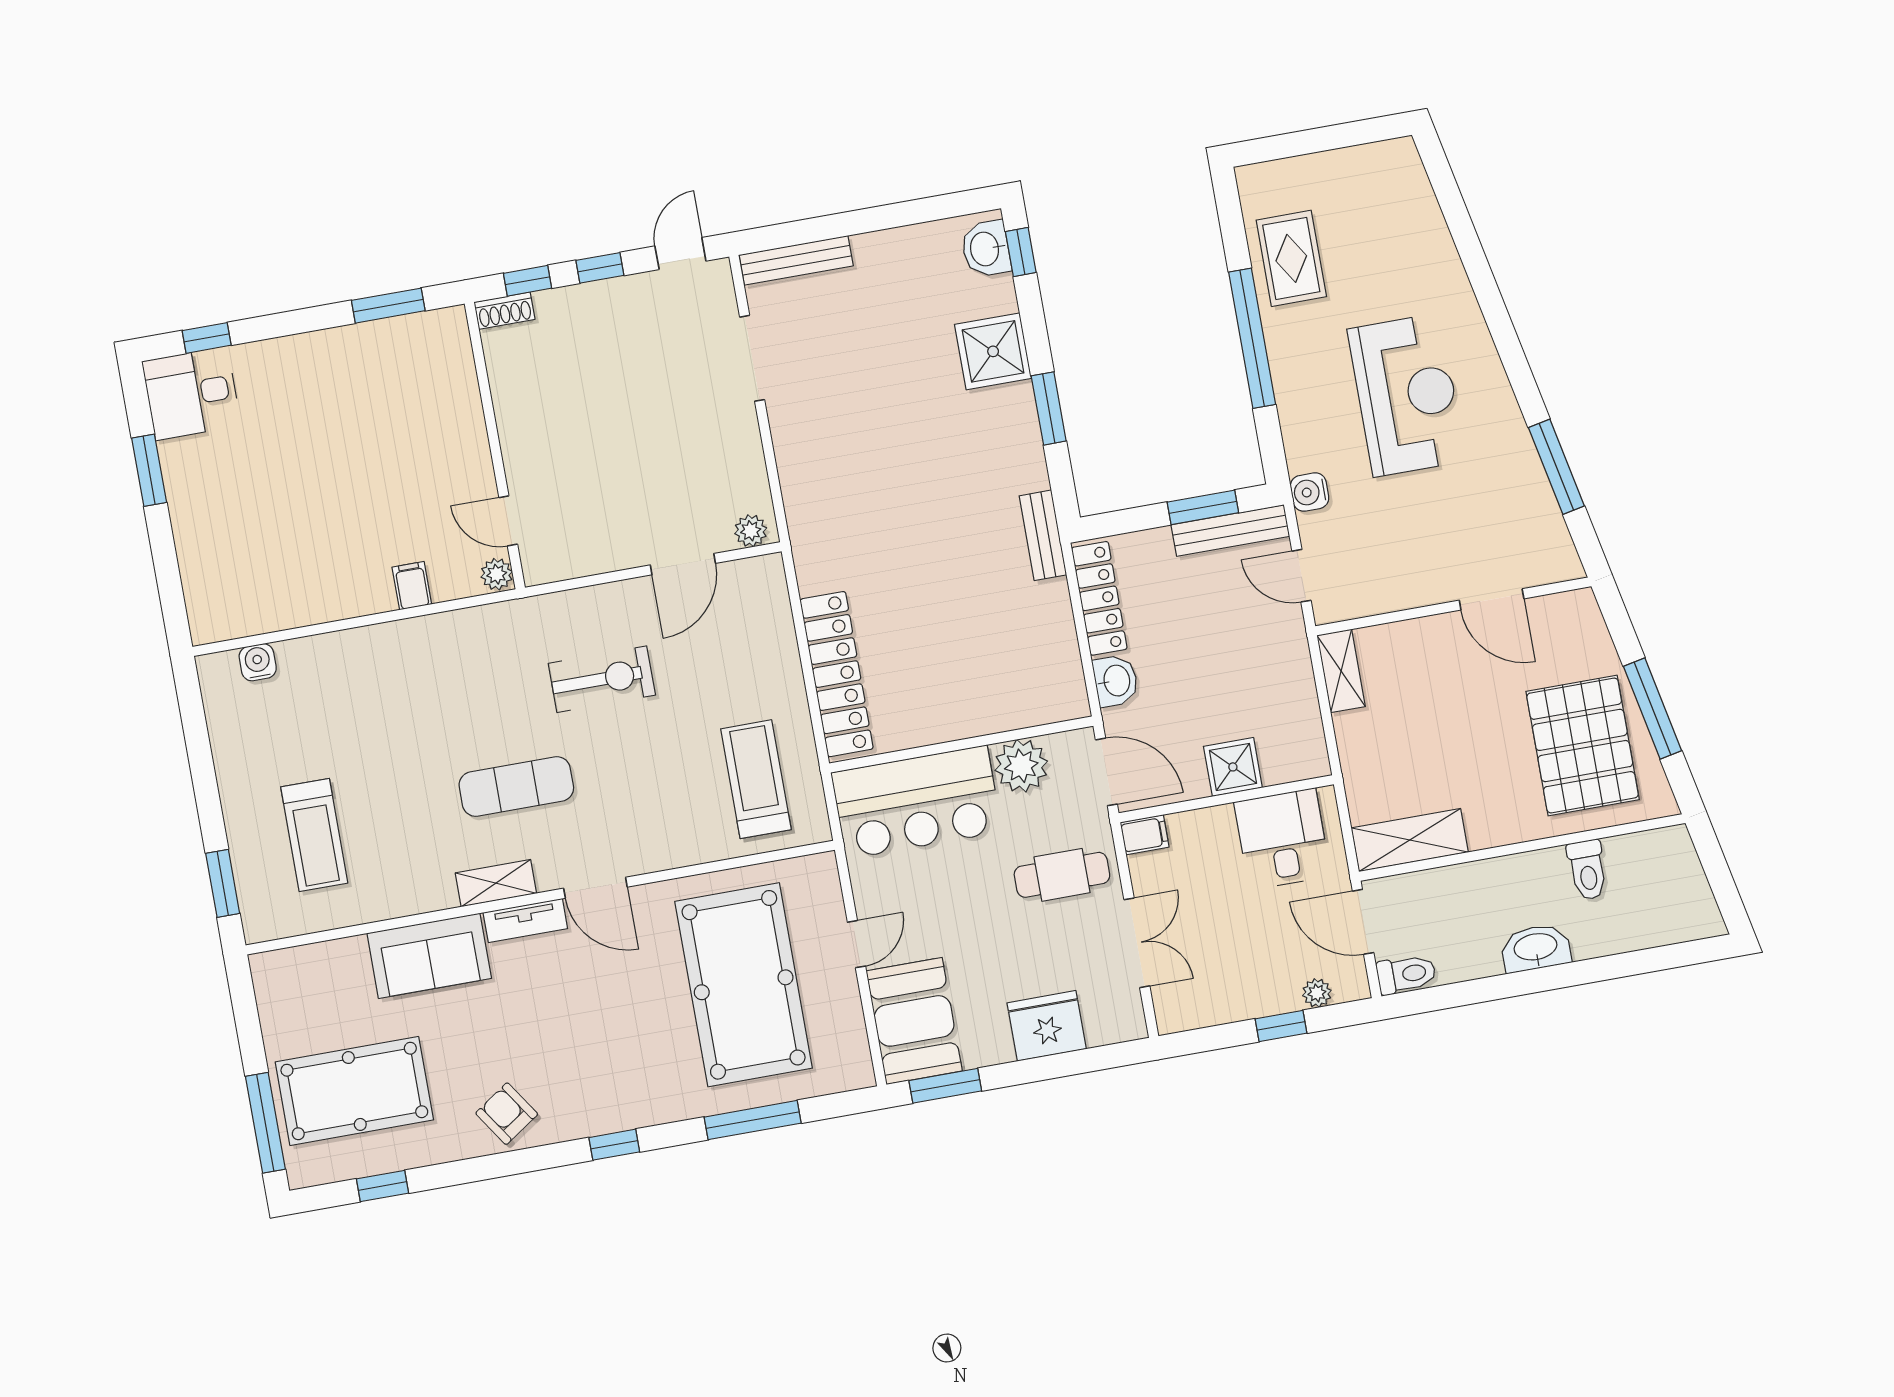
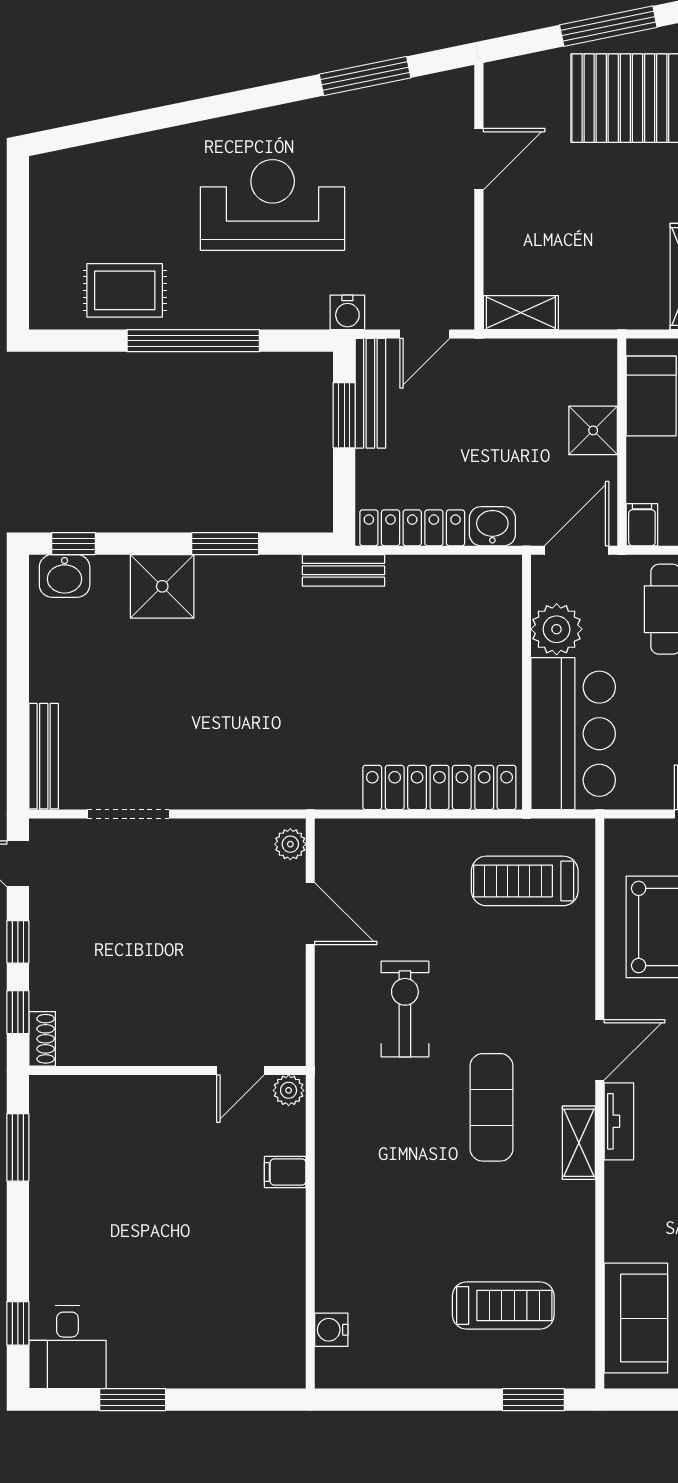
sofa: (429, 956) -> (636, 1318), moved

